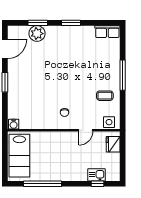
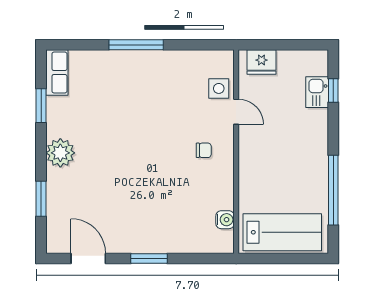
window: (71, 23) -> (41, 106), moved
plant: (37, 34) -> (60, 153), moved
coffee table: (105, 96) -> (173, 77), removed
side table: (109, 122) -> (219, 88), moved
water cooler: (14, 124) -> (225, 220), moved

